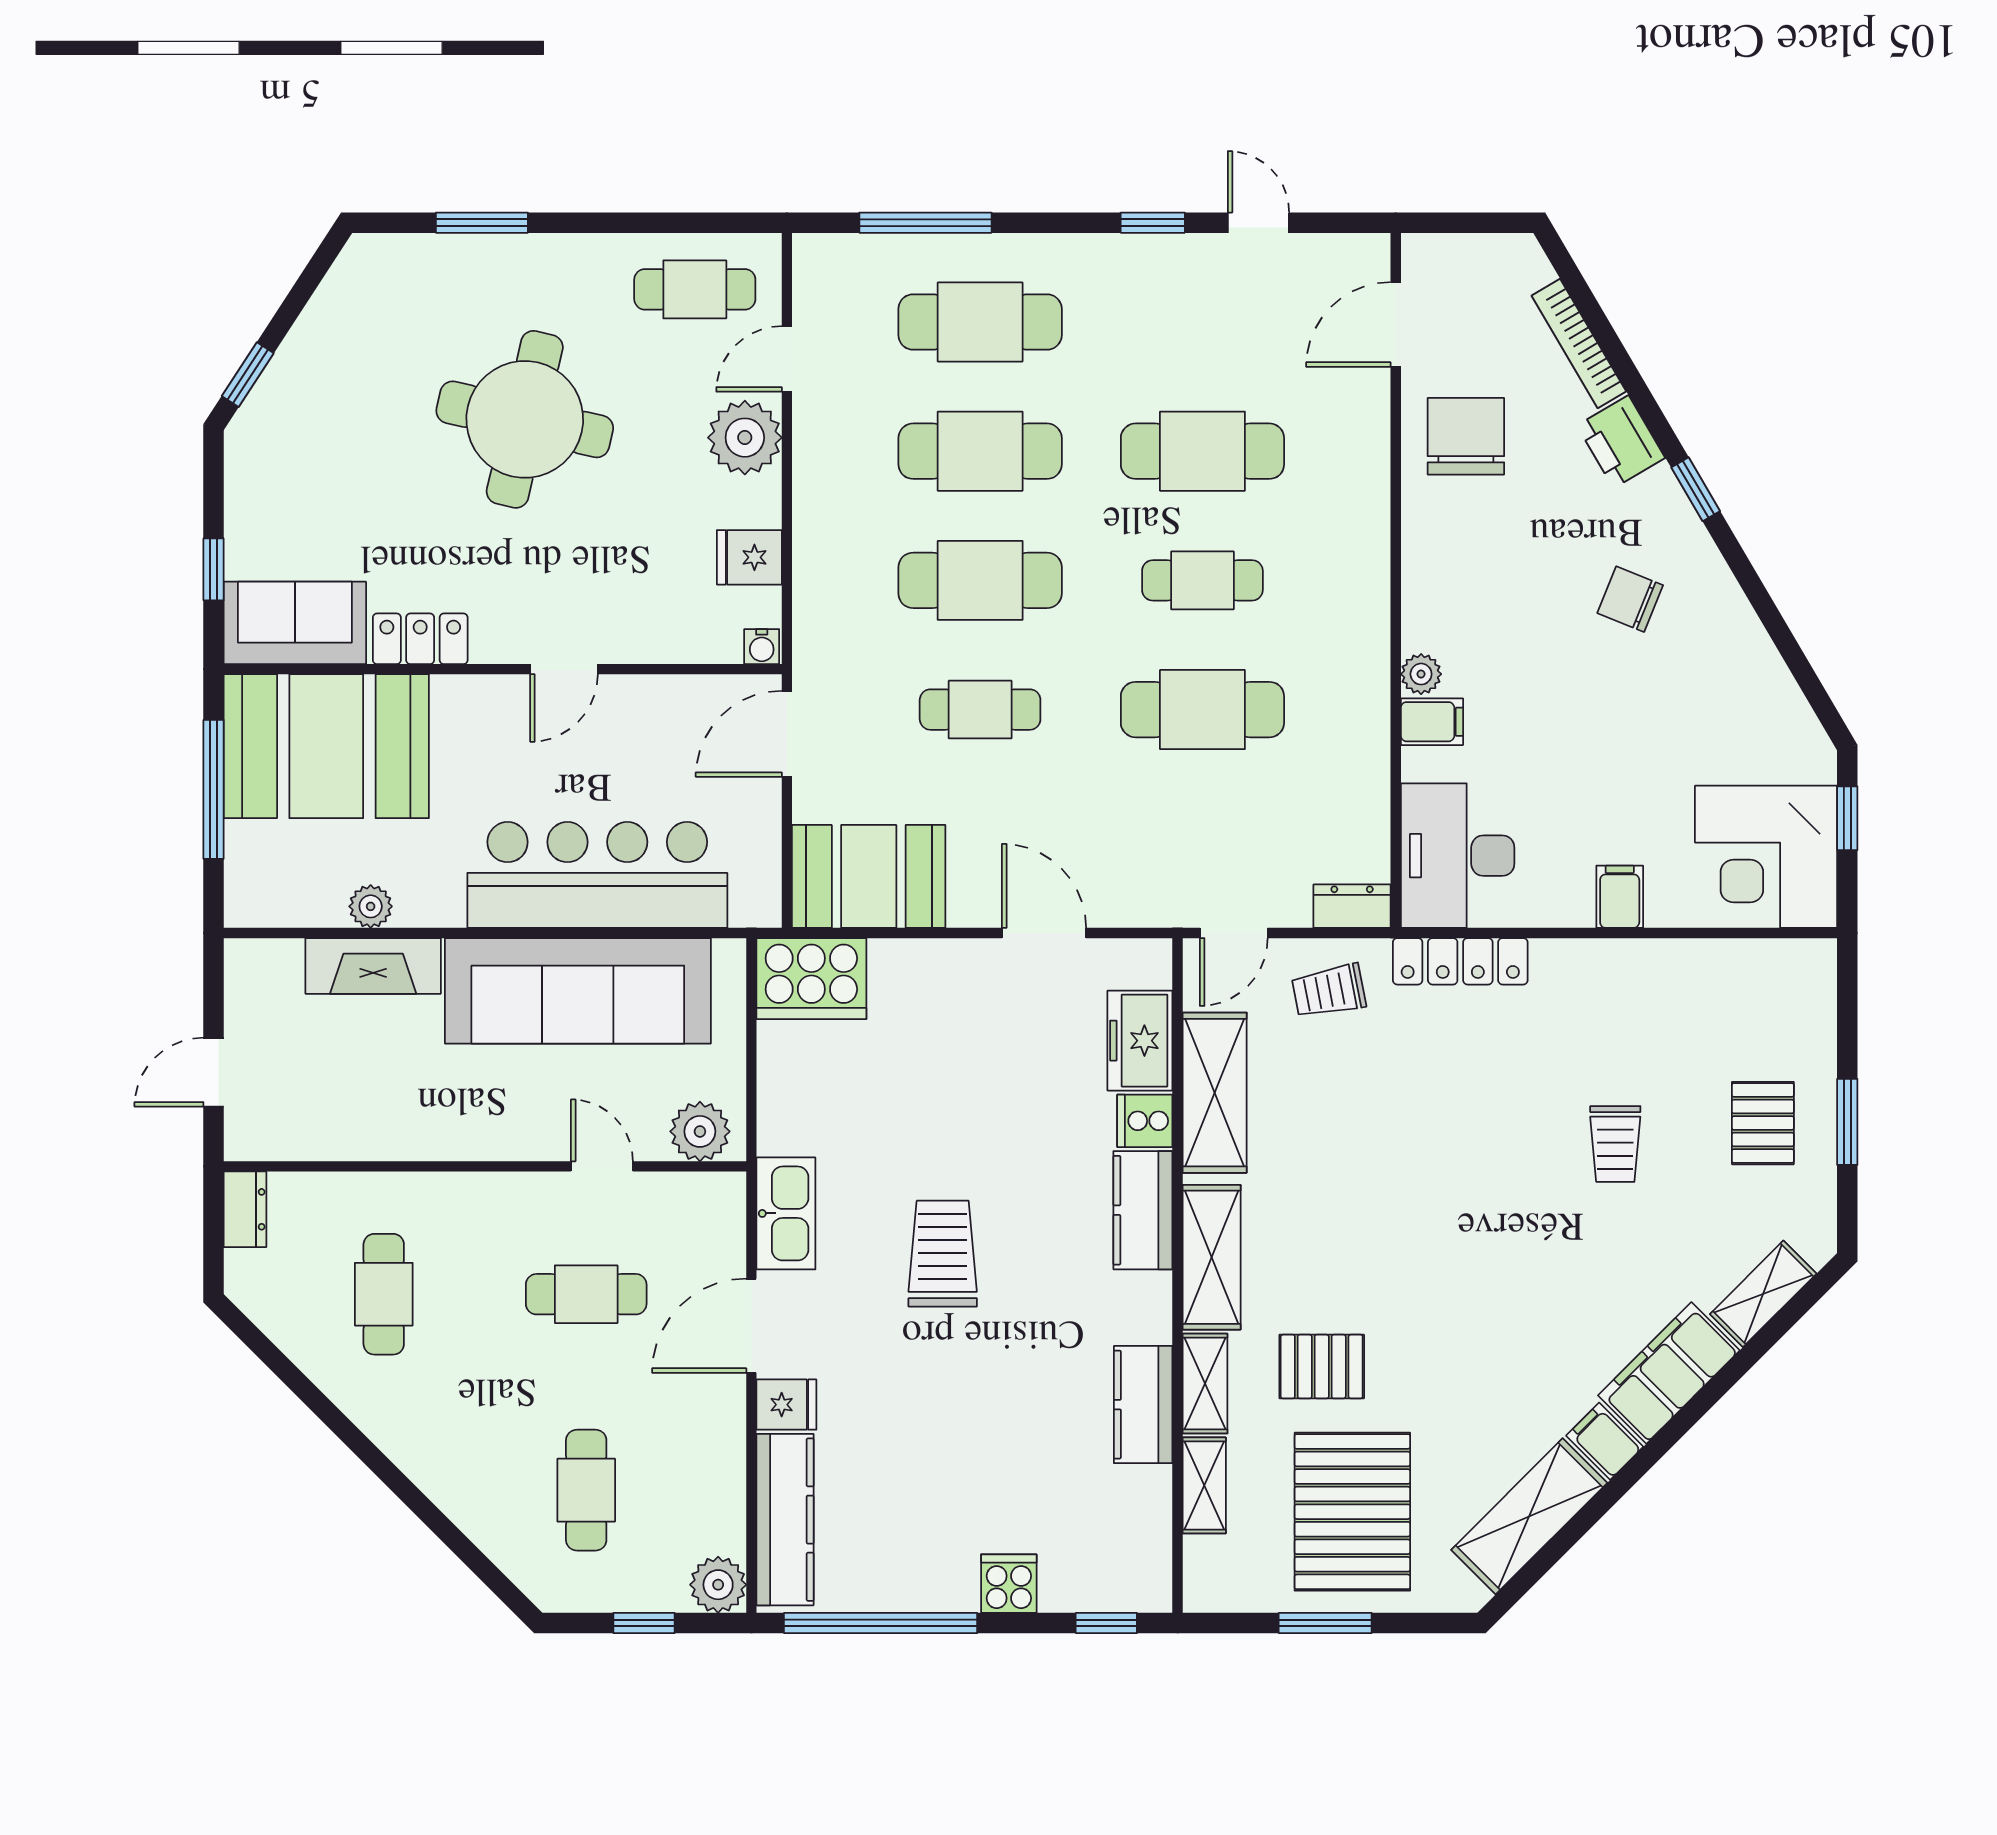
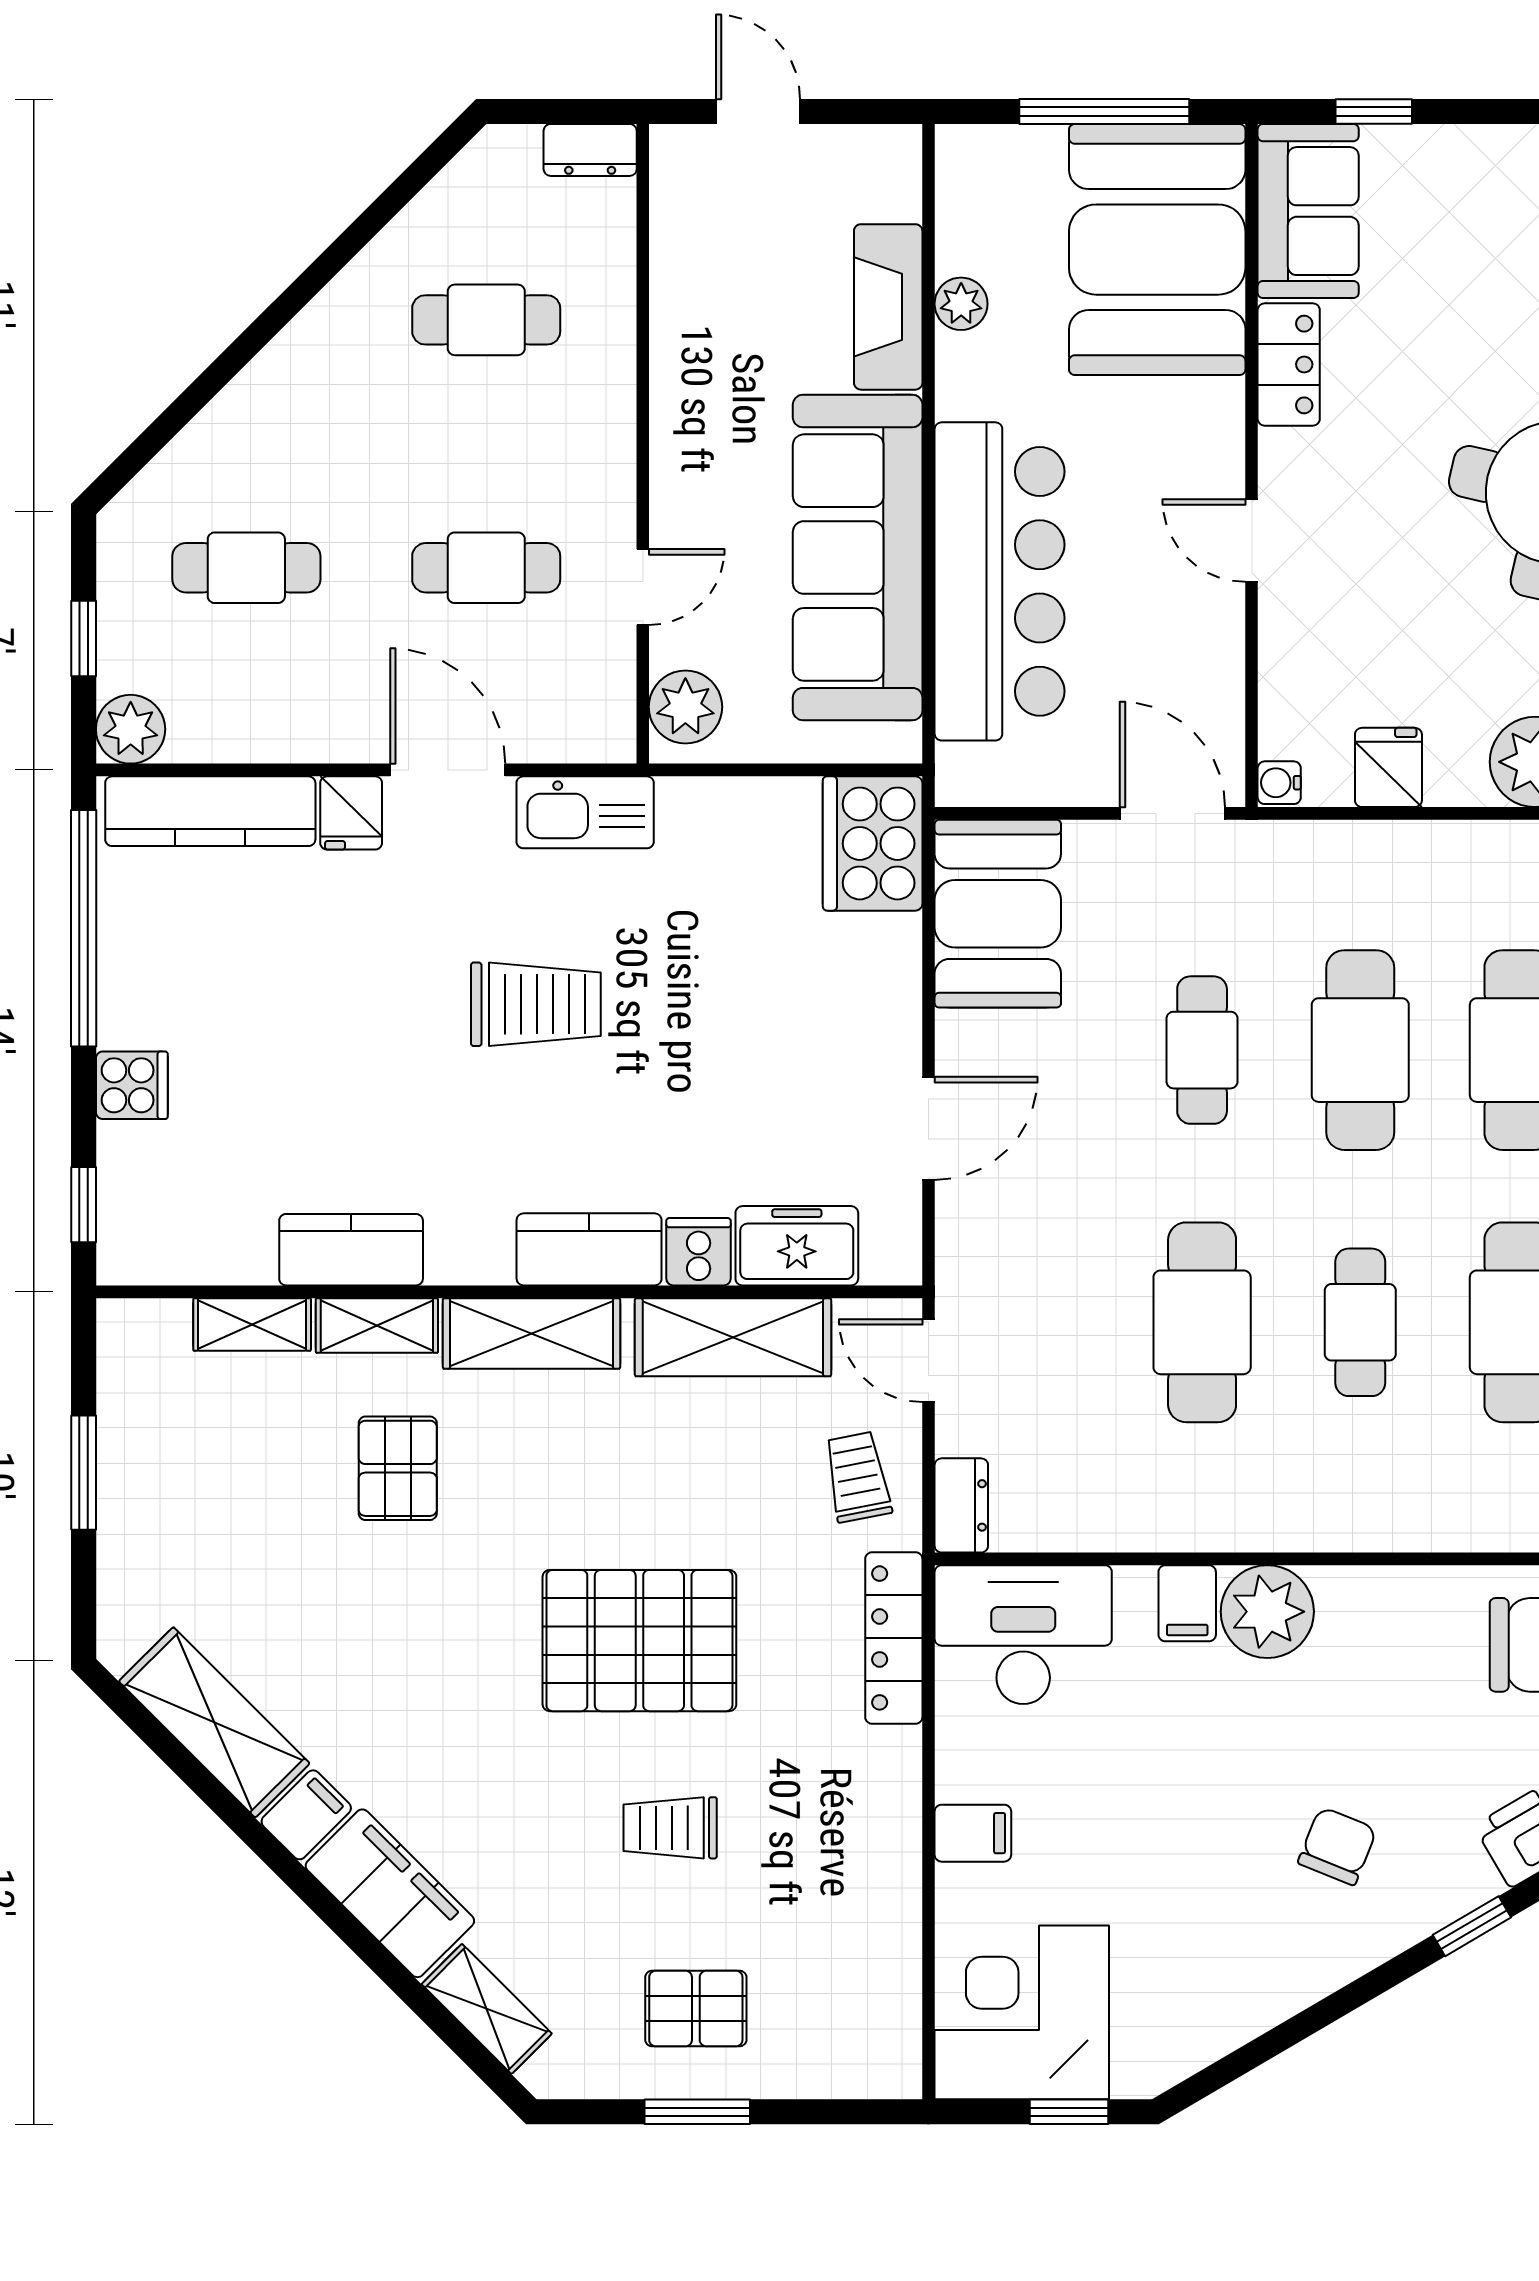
plant: (1421, 674) -> (1267, 1612), width x1.87, depth x1.87
cafe table: (586, 1294) -> (486, 568), turned 90
pallet: (1352, 1512) -> (639, 1641), moved

